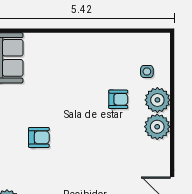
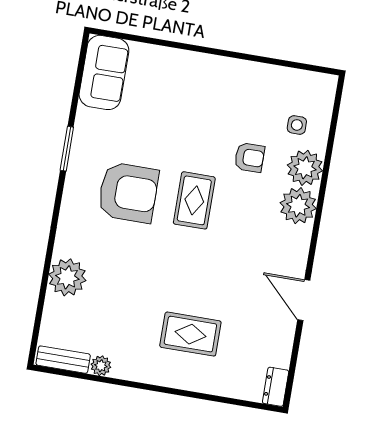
rug: (85, 135) -> (194, 200), added
armchair: (39, 137) -> (128, 192), width x1.88, depth x1.88

